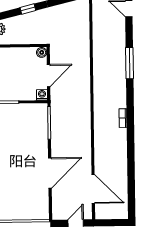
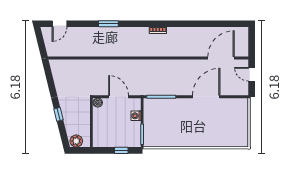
window: (130, 63) -> (108, 24), width x0.69
washing machine: (42, 95) -> (136, 116), moved
door: (50, 173) -> (206, 97), hinge flipped

